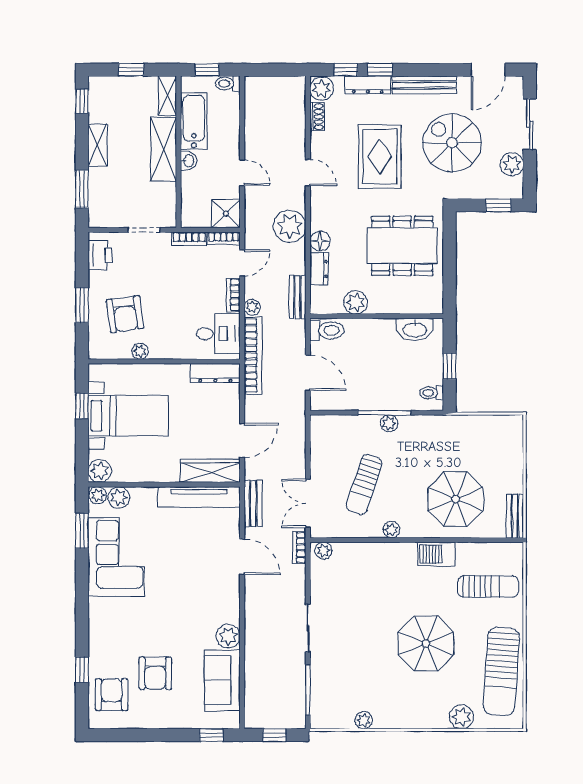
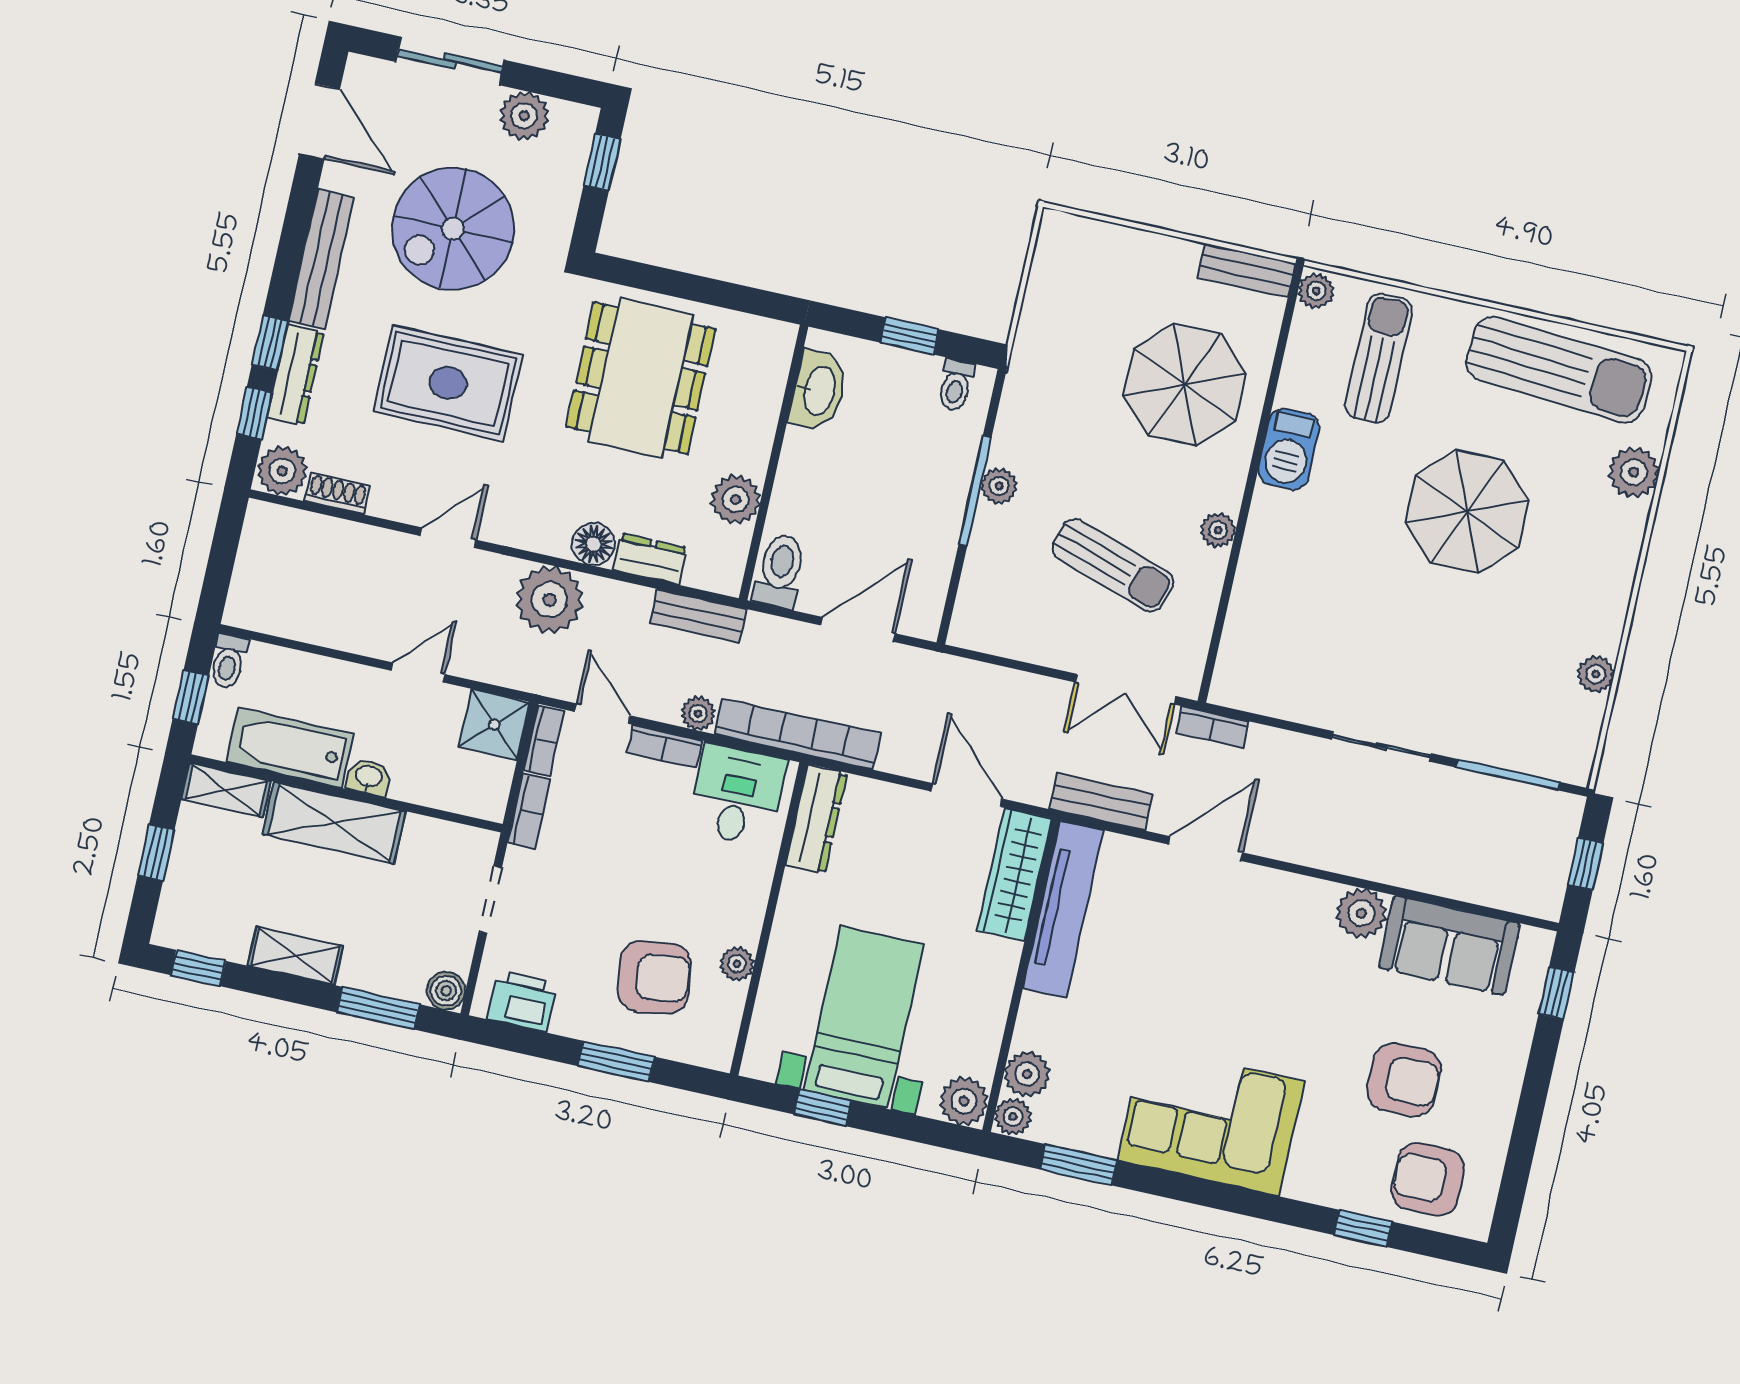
boiler: (97, 219) -> (446, 991), added
plant: (324, 550) -> (1316, 291), moved
corner sofa: (116, 557) -> (1211, 1121), moved

